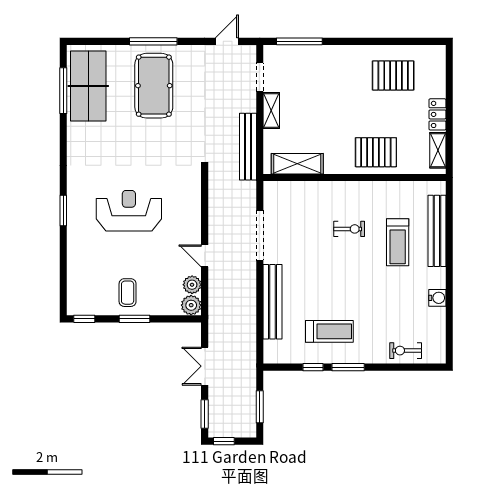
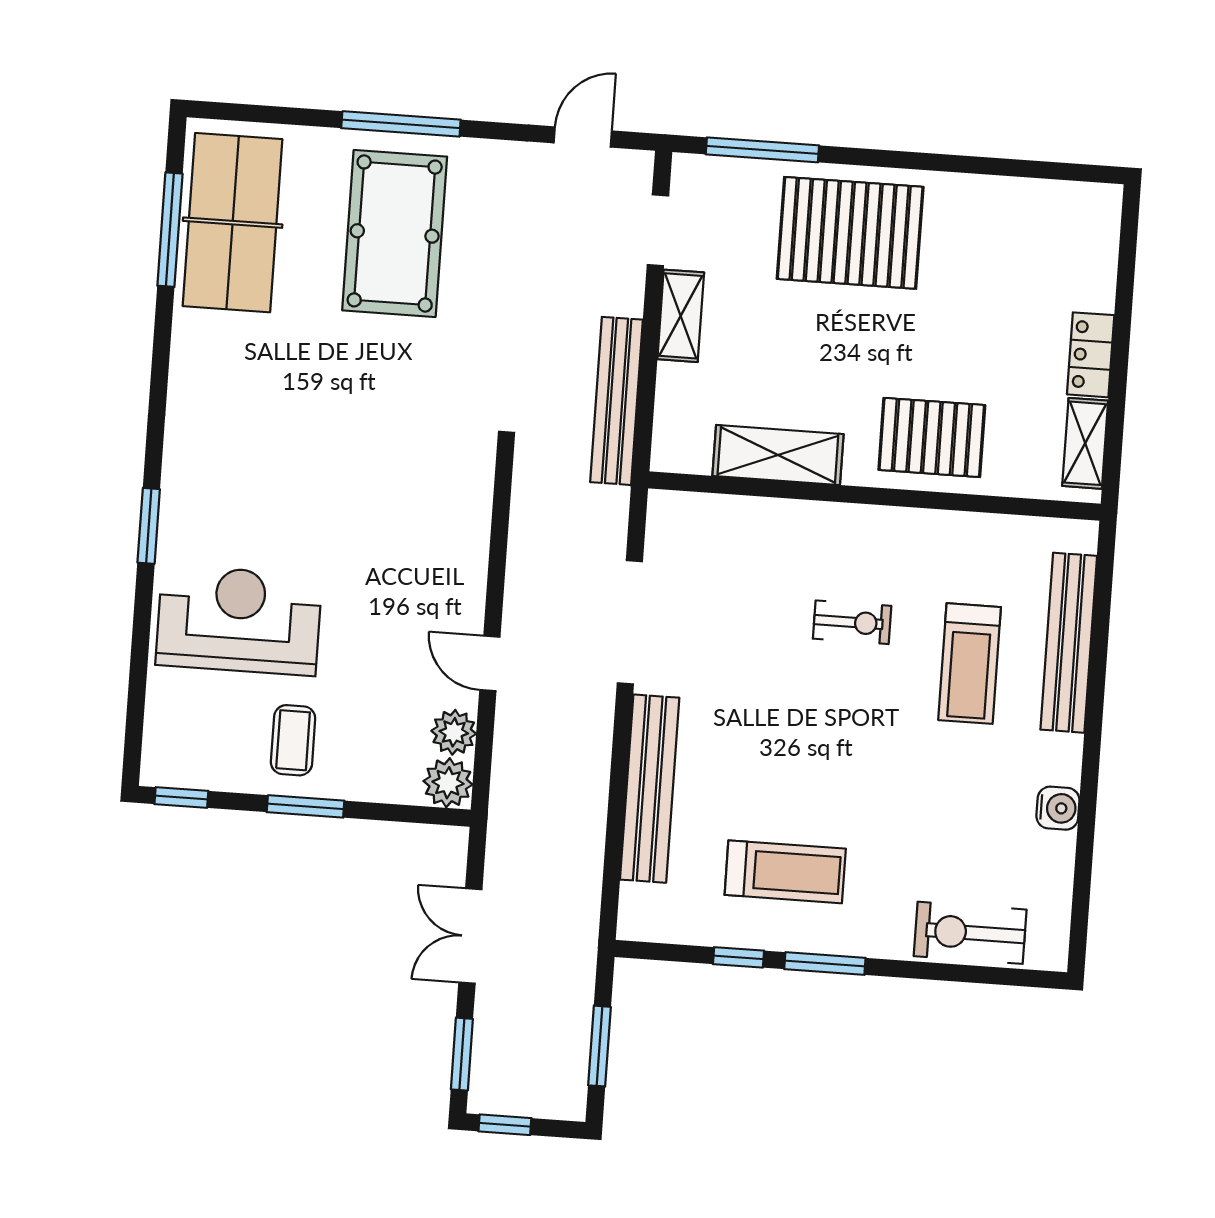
pallet: (393, 75) -> (850, 233), moved, width x1.37, depth x1.41
shelving: (297, 164) -> (778, 455), moved
reception desk: (129, 211) -> (239, 620), moved
exercise bike: (406, 351) -> (970, 933), width x1.38, depth x1.39

